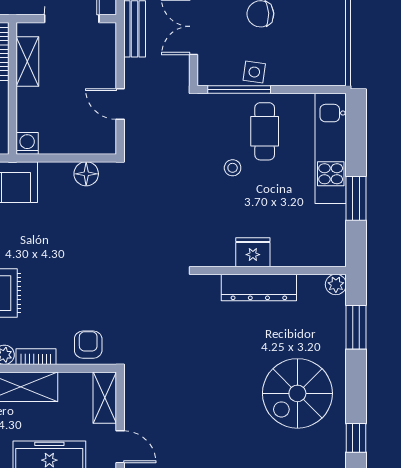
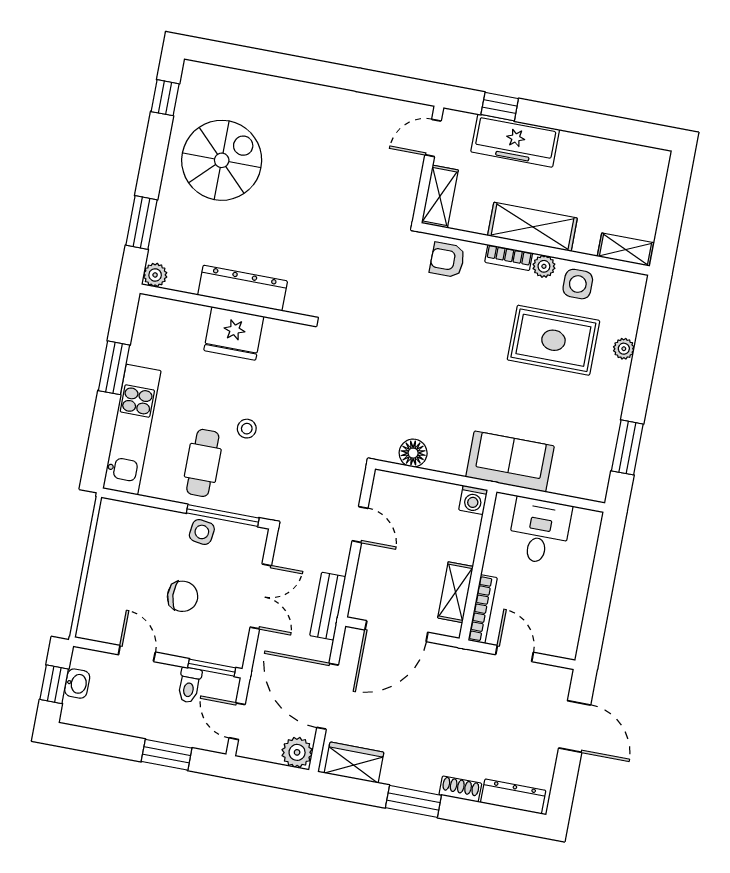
fridge: (253, 252) -> (234, 333), width x1.36, depth x1.34
armchair: (88, 345) -> (447, 260), turned 90
door: (120, 447) -> (433, 138), hinge flipped

